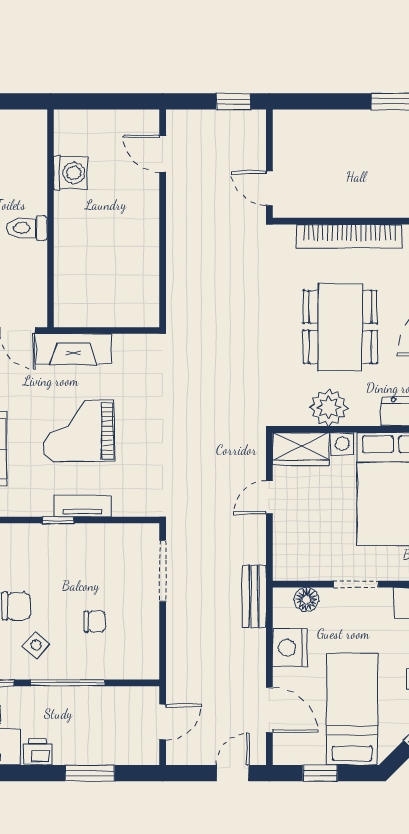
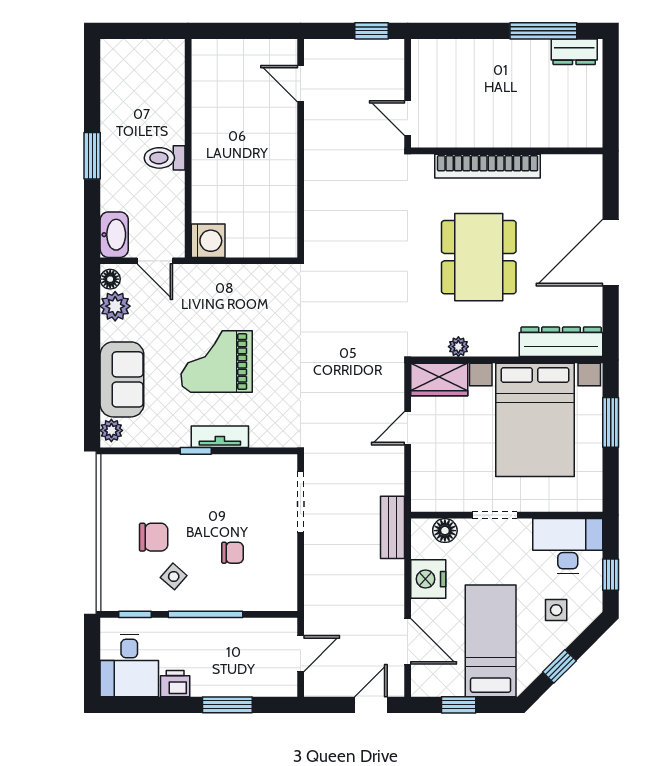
washing machine: (70, 173) -> (208, 241), moved
fireplace: (74, 349) -> (211, 279), removed
plant: (329, 407) -> (458, 347), width x0.53, depth x0.53

